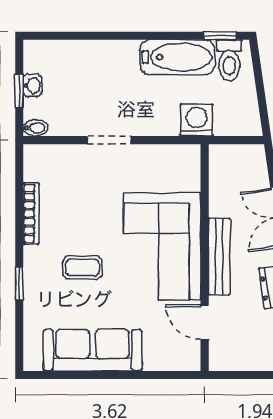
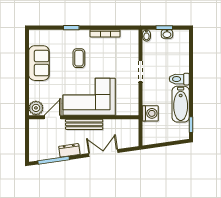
toilet: (229, 60) -> (179, 79), moved
sofa: (93, 350) -> (39, 63), width x0.73
plant: (185, 356) -> (36, 108), added

